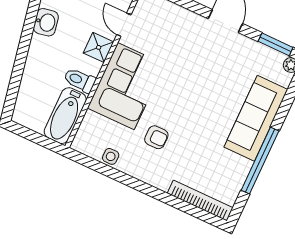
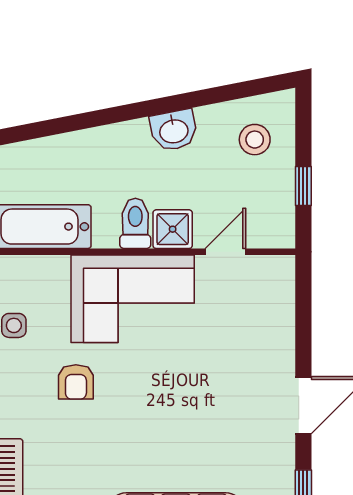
toilet: (80, 80) -> (135, 223), moved

